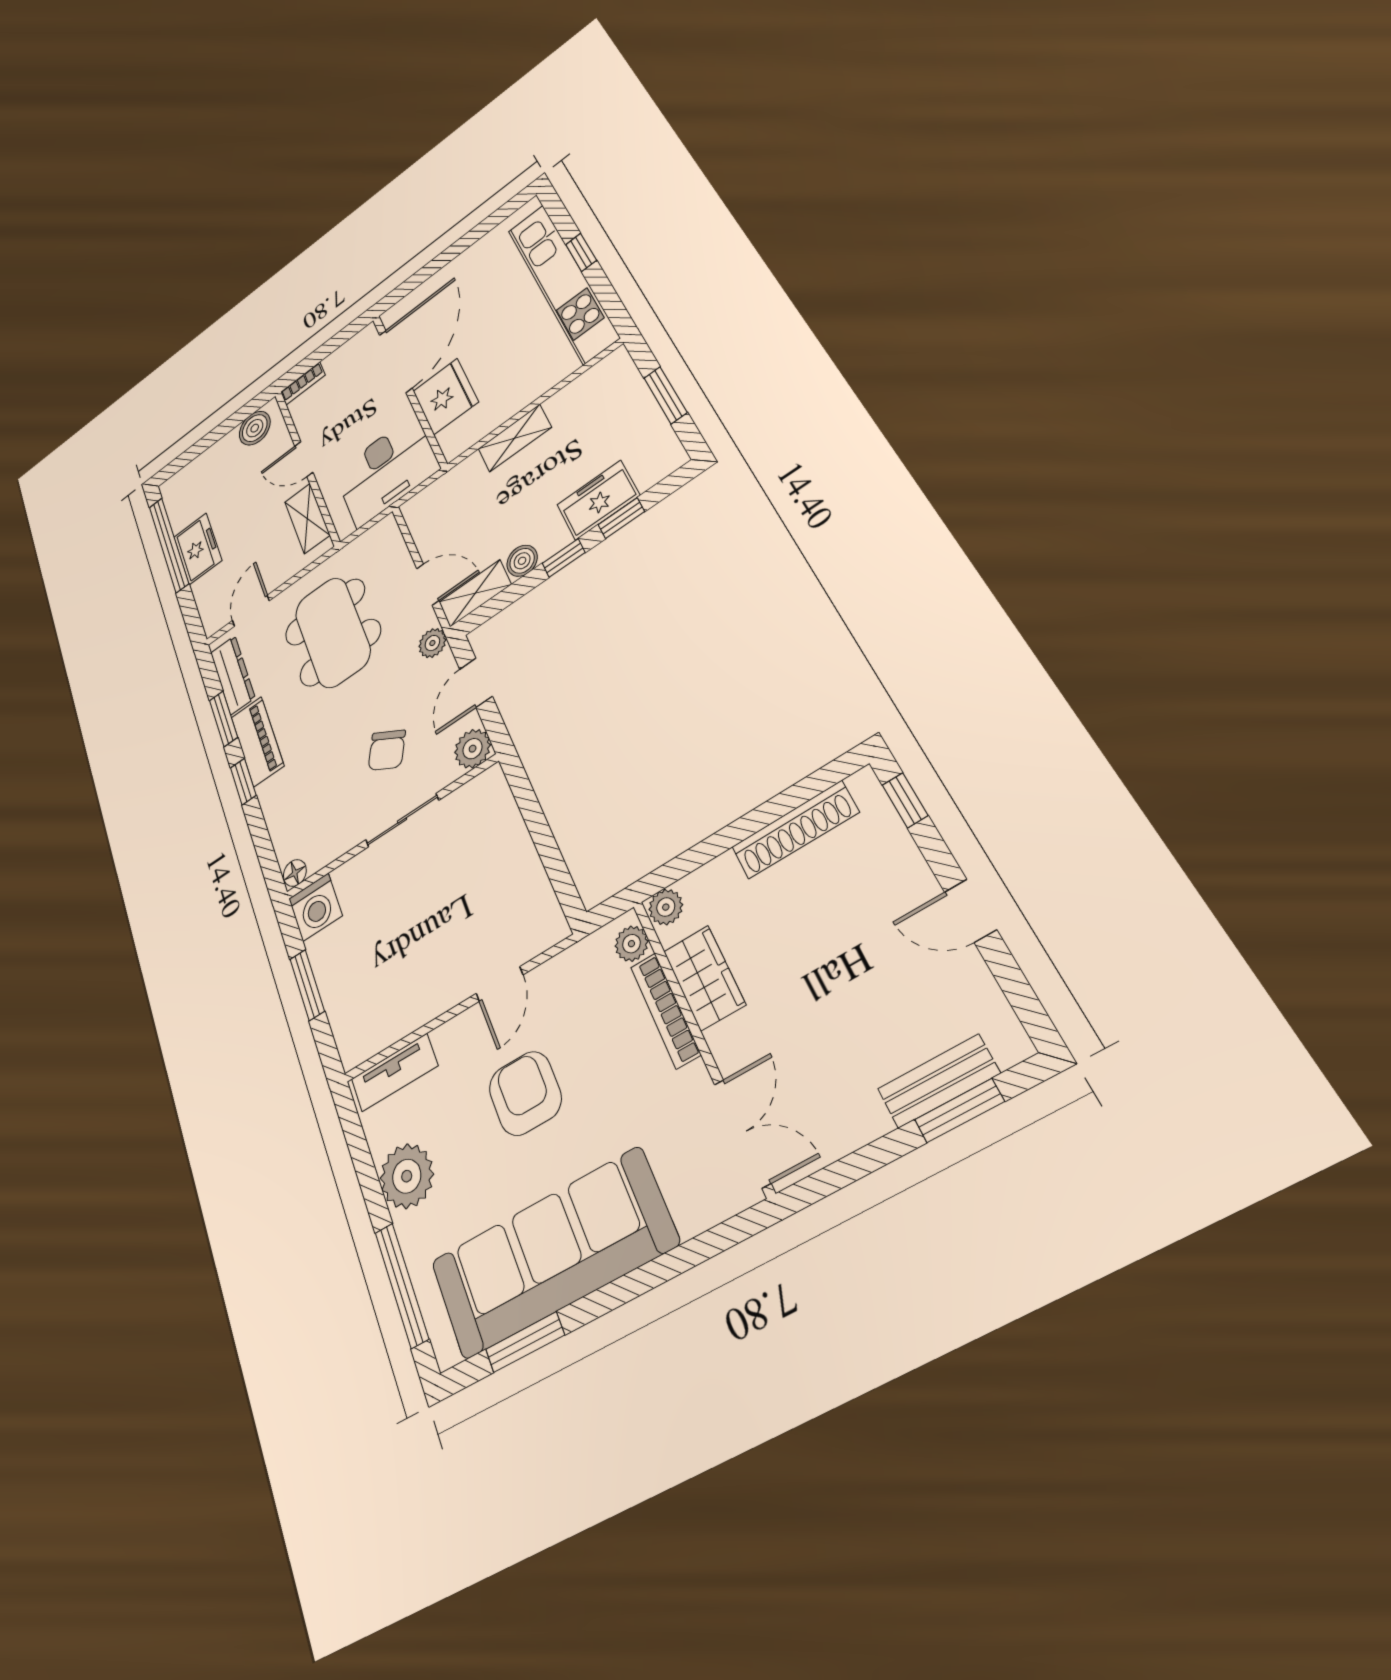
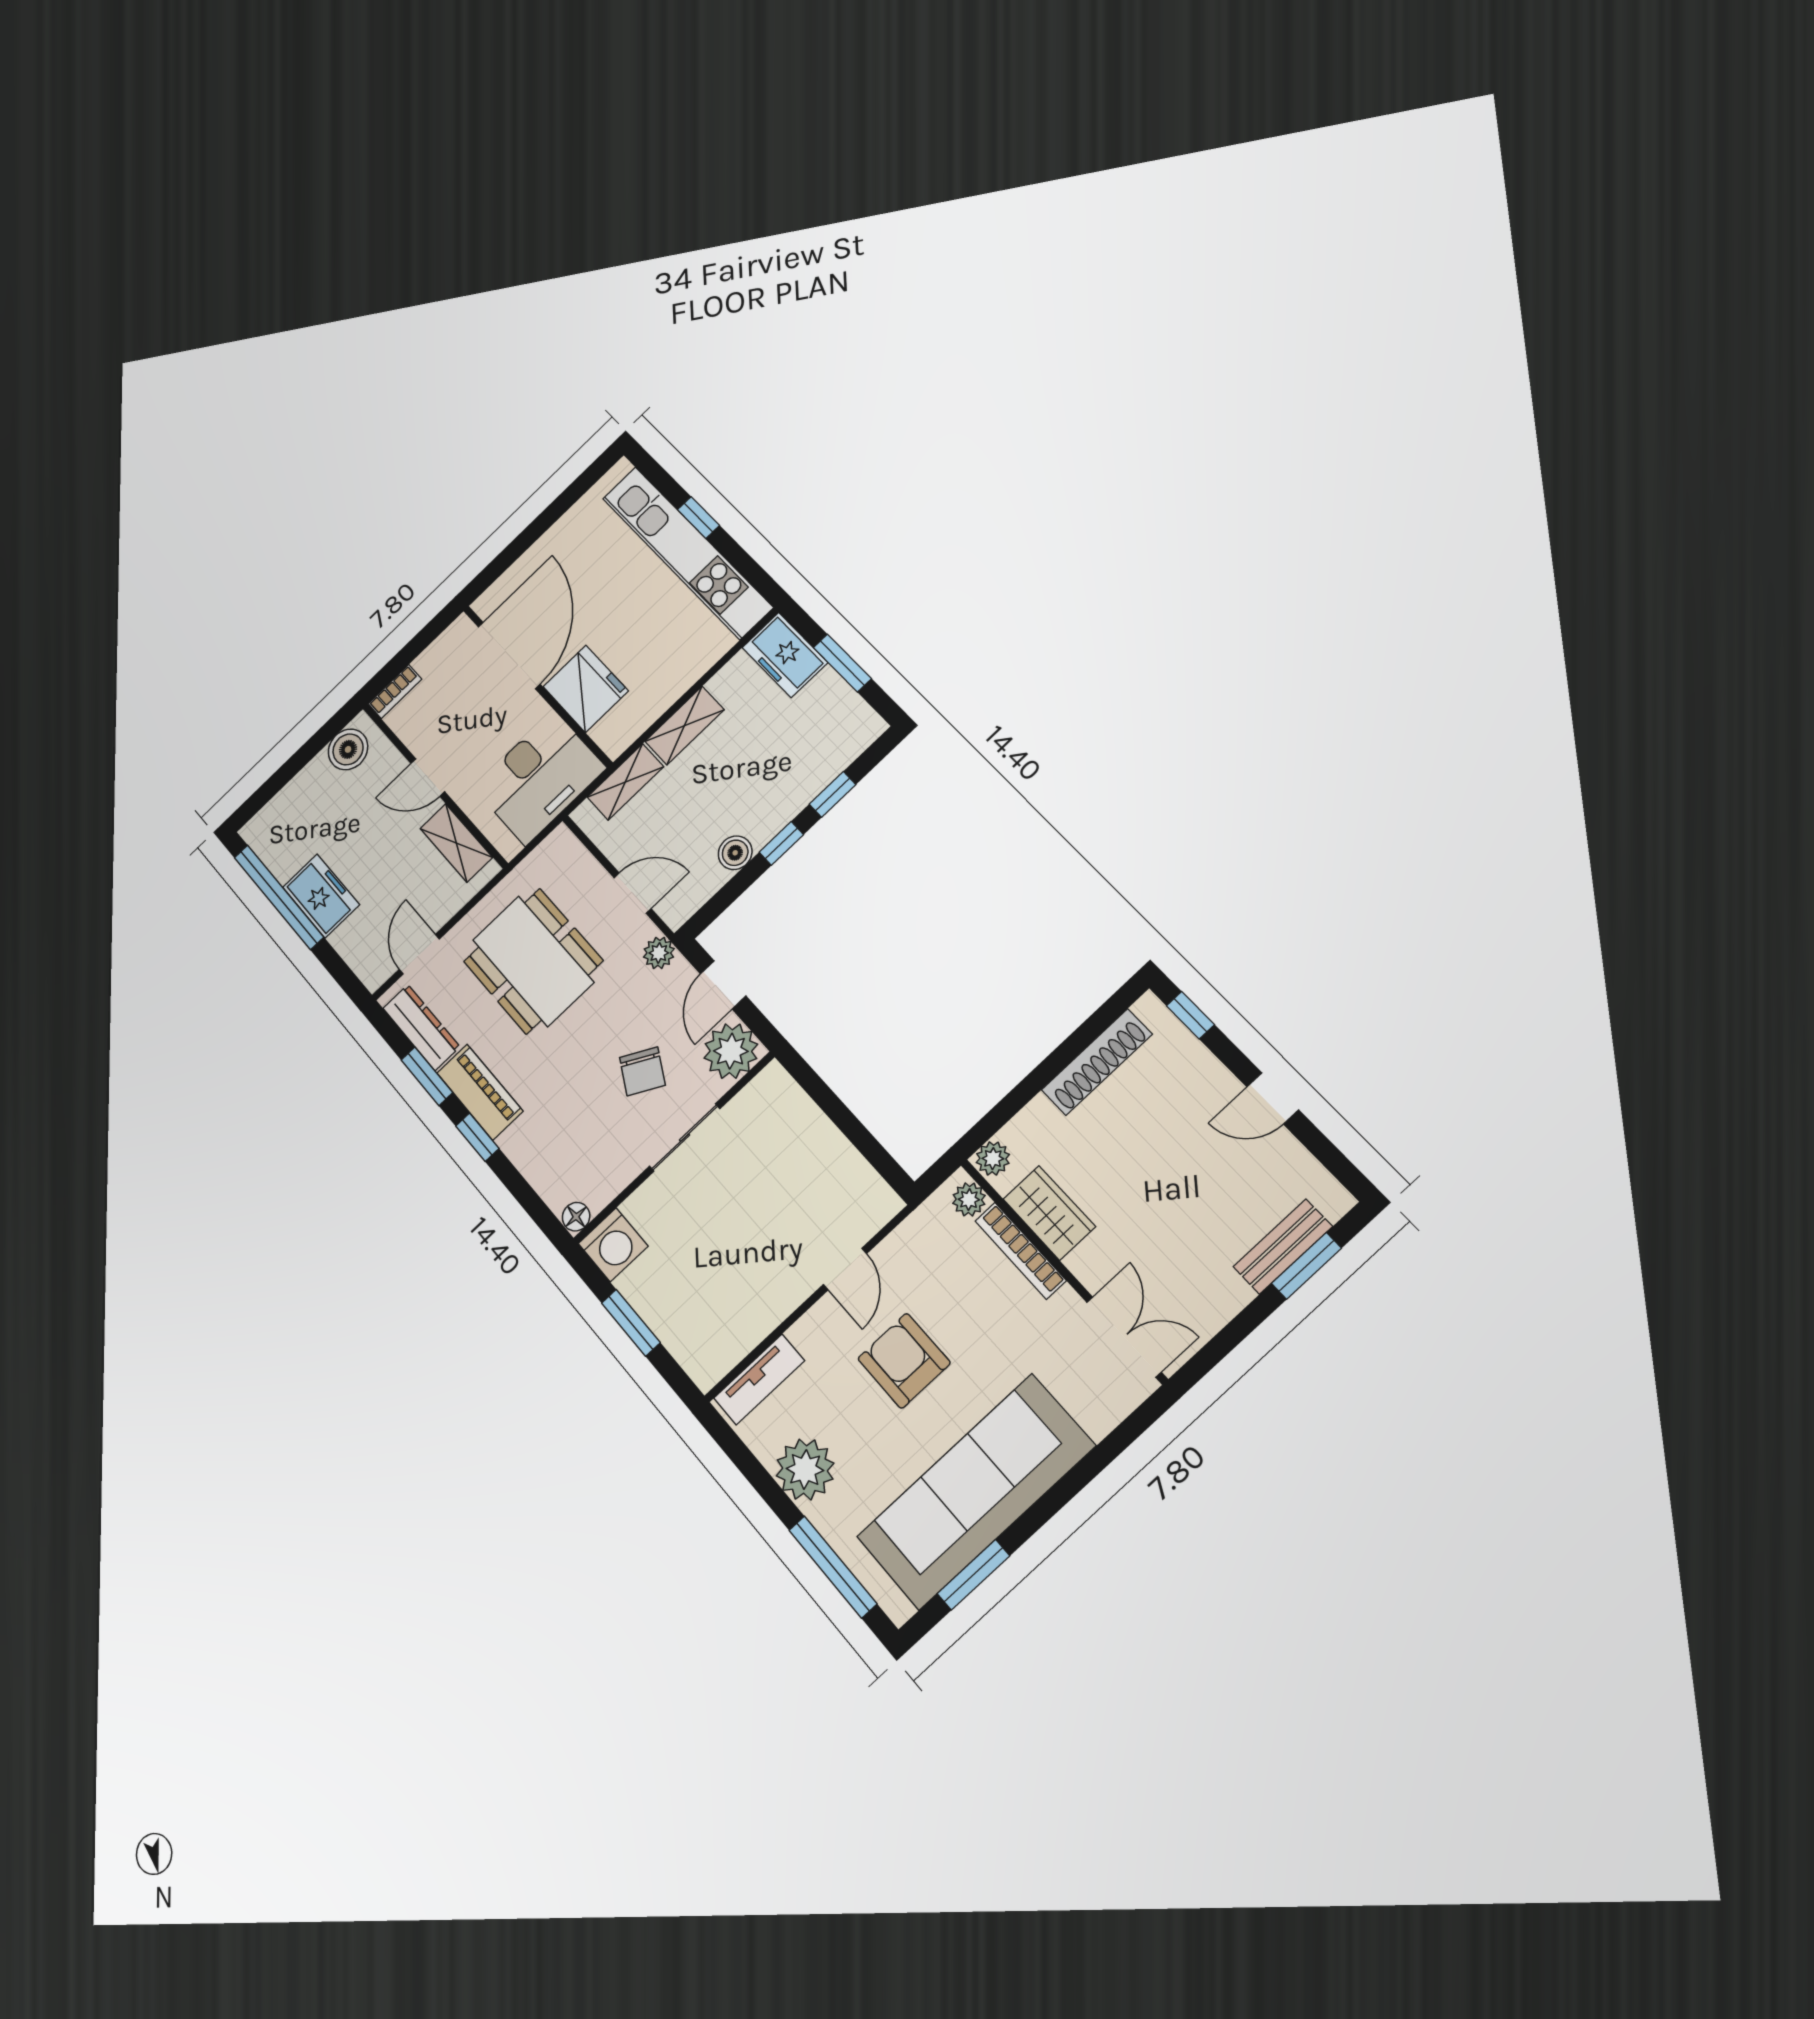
freezer: (598, 500) -> (785, 655), moved, turned -90
shelving: (475, 593) -> (625, 782), moved
plant: (473, 749) -> (731, 1051), width x1.36, depth x1.36

